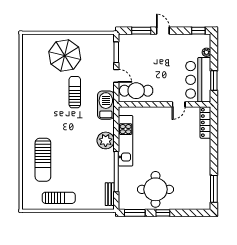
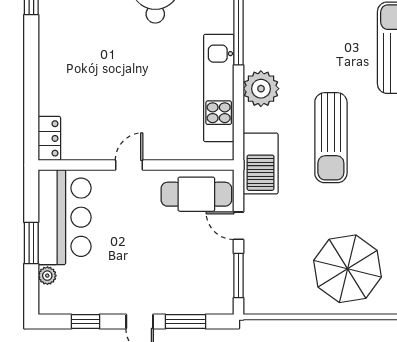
window: (198, 31) -> (86, 322), moved
window: (214, 80) -> (31, 243), moved
sun lounger: (75, 92) -> (331, 138), moved, width x1.36, depth x1.34
door: (179, 104) -> (129, 165), moved
locker: (205, 122) -> (49, 138), width x0.66

